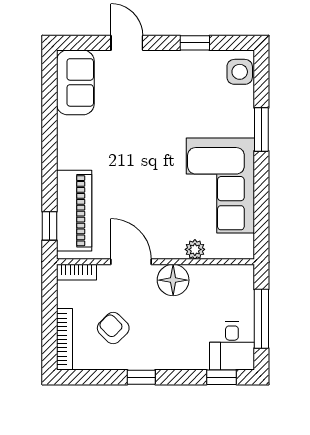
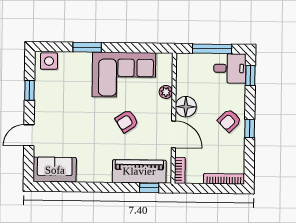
armchair: (150, 191) -> (127, 121), added
door: (131, 262) -> (173, 134), swing flipped
armchair: (113, 328) -> (229, 120), moved

